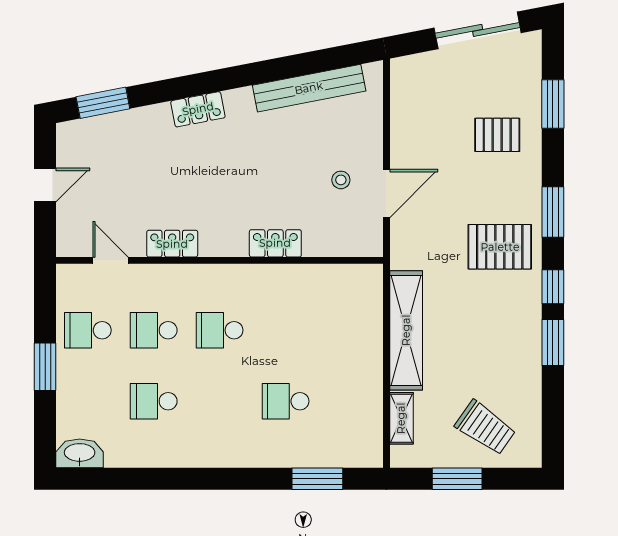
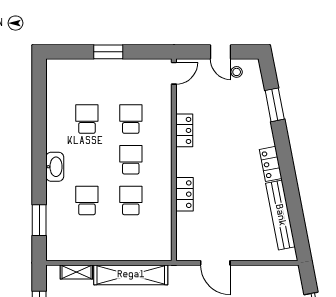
window: (103, 103) -> (275, 105), moved
locker: (198, 109) -> (271, 164), moved
stool: (341, 180) -> (237, 72), moved
door: (110, 260) -> (174, 73), moved
school desk: (88, 330) -> (131, 200), moved
washbasin: (80, 453) -> (55, 167), moved

